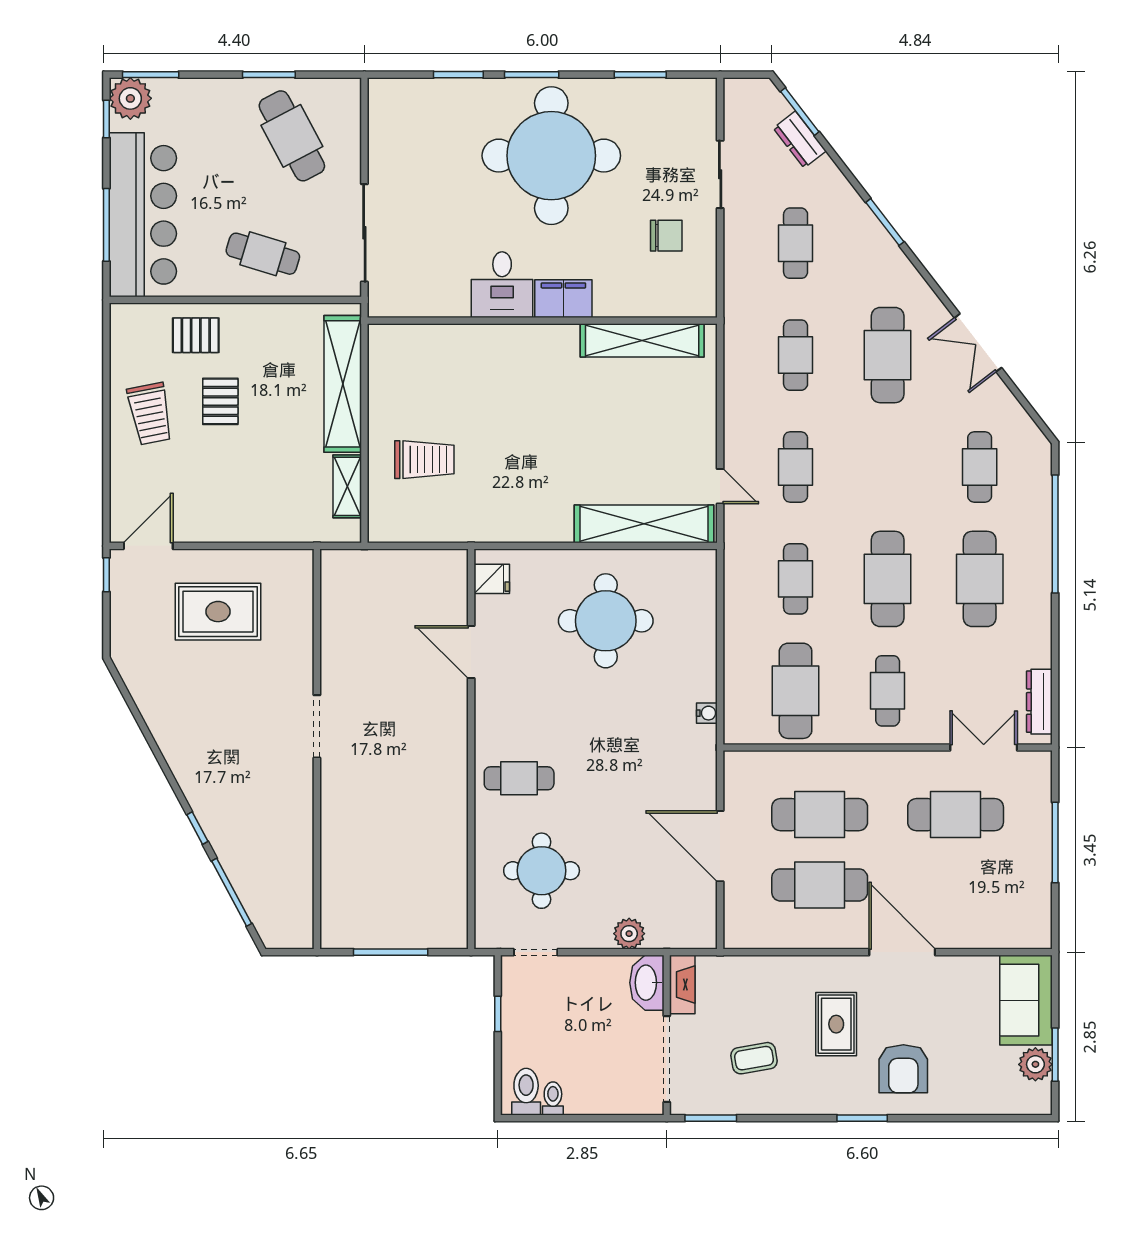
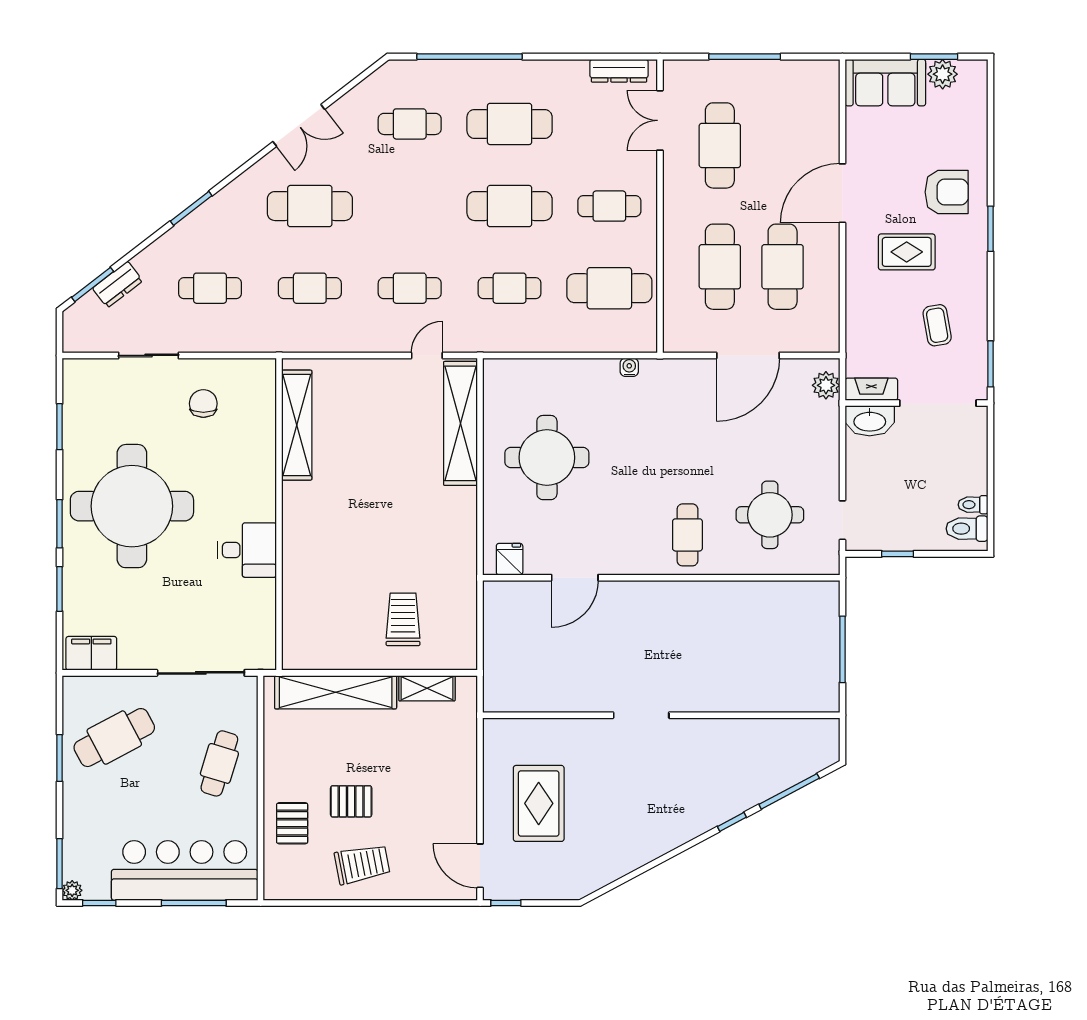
plant: (130, 98) -> (72, 890), width x0.53, depth x0.53
filing cabinet: (563, 299) -> (91, 653), moved, turned 90
plant: (629, 934) -> (826, 385), moved

